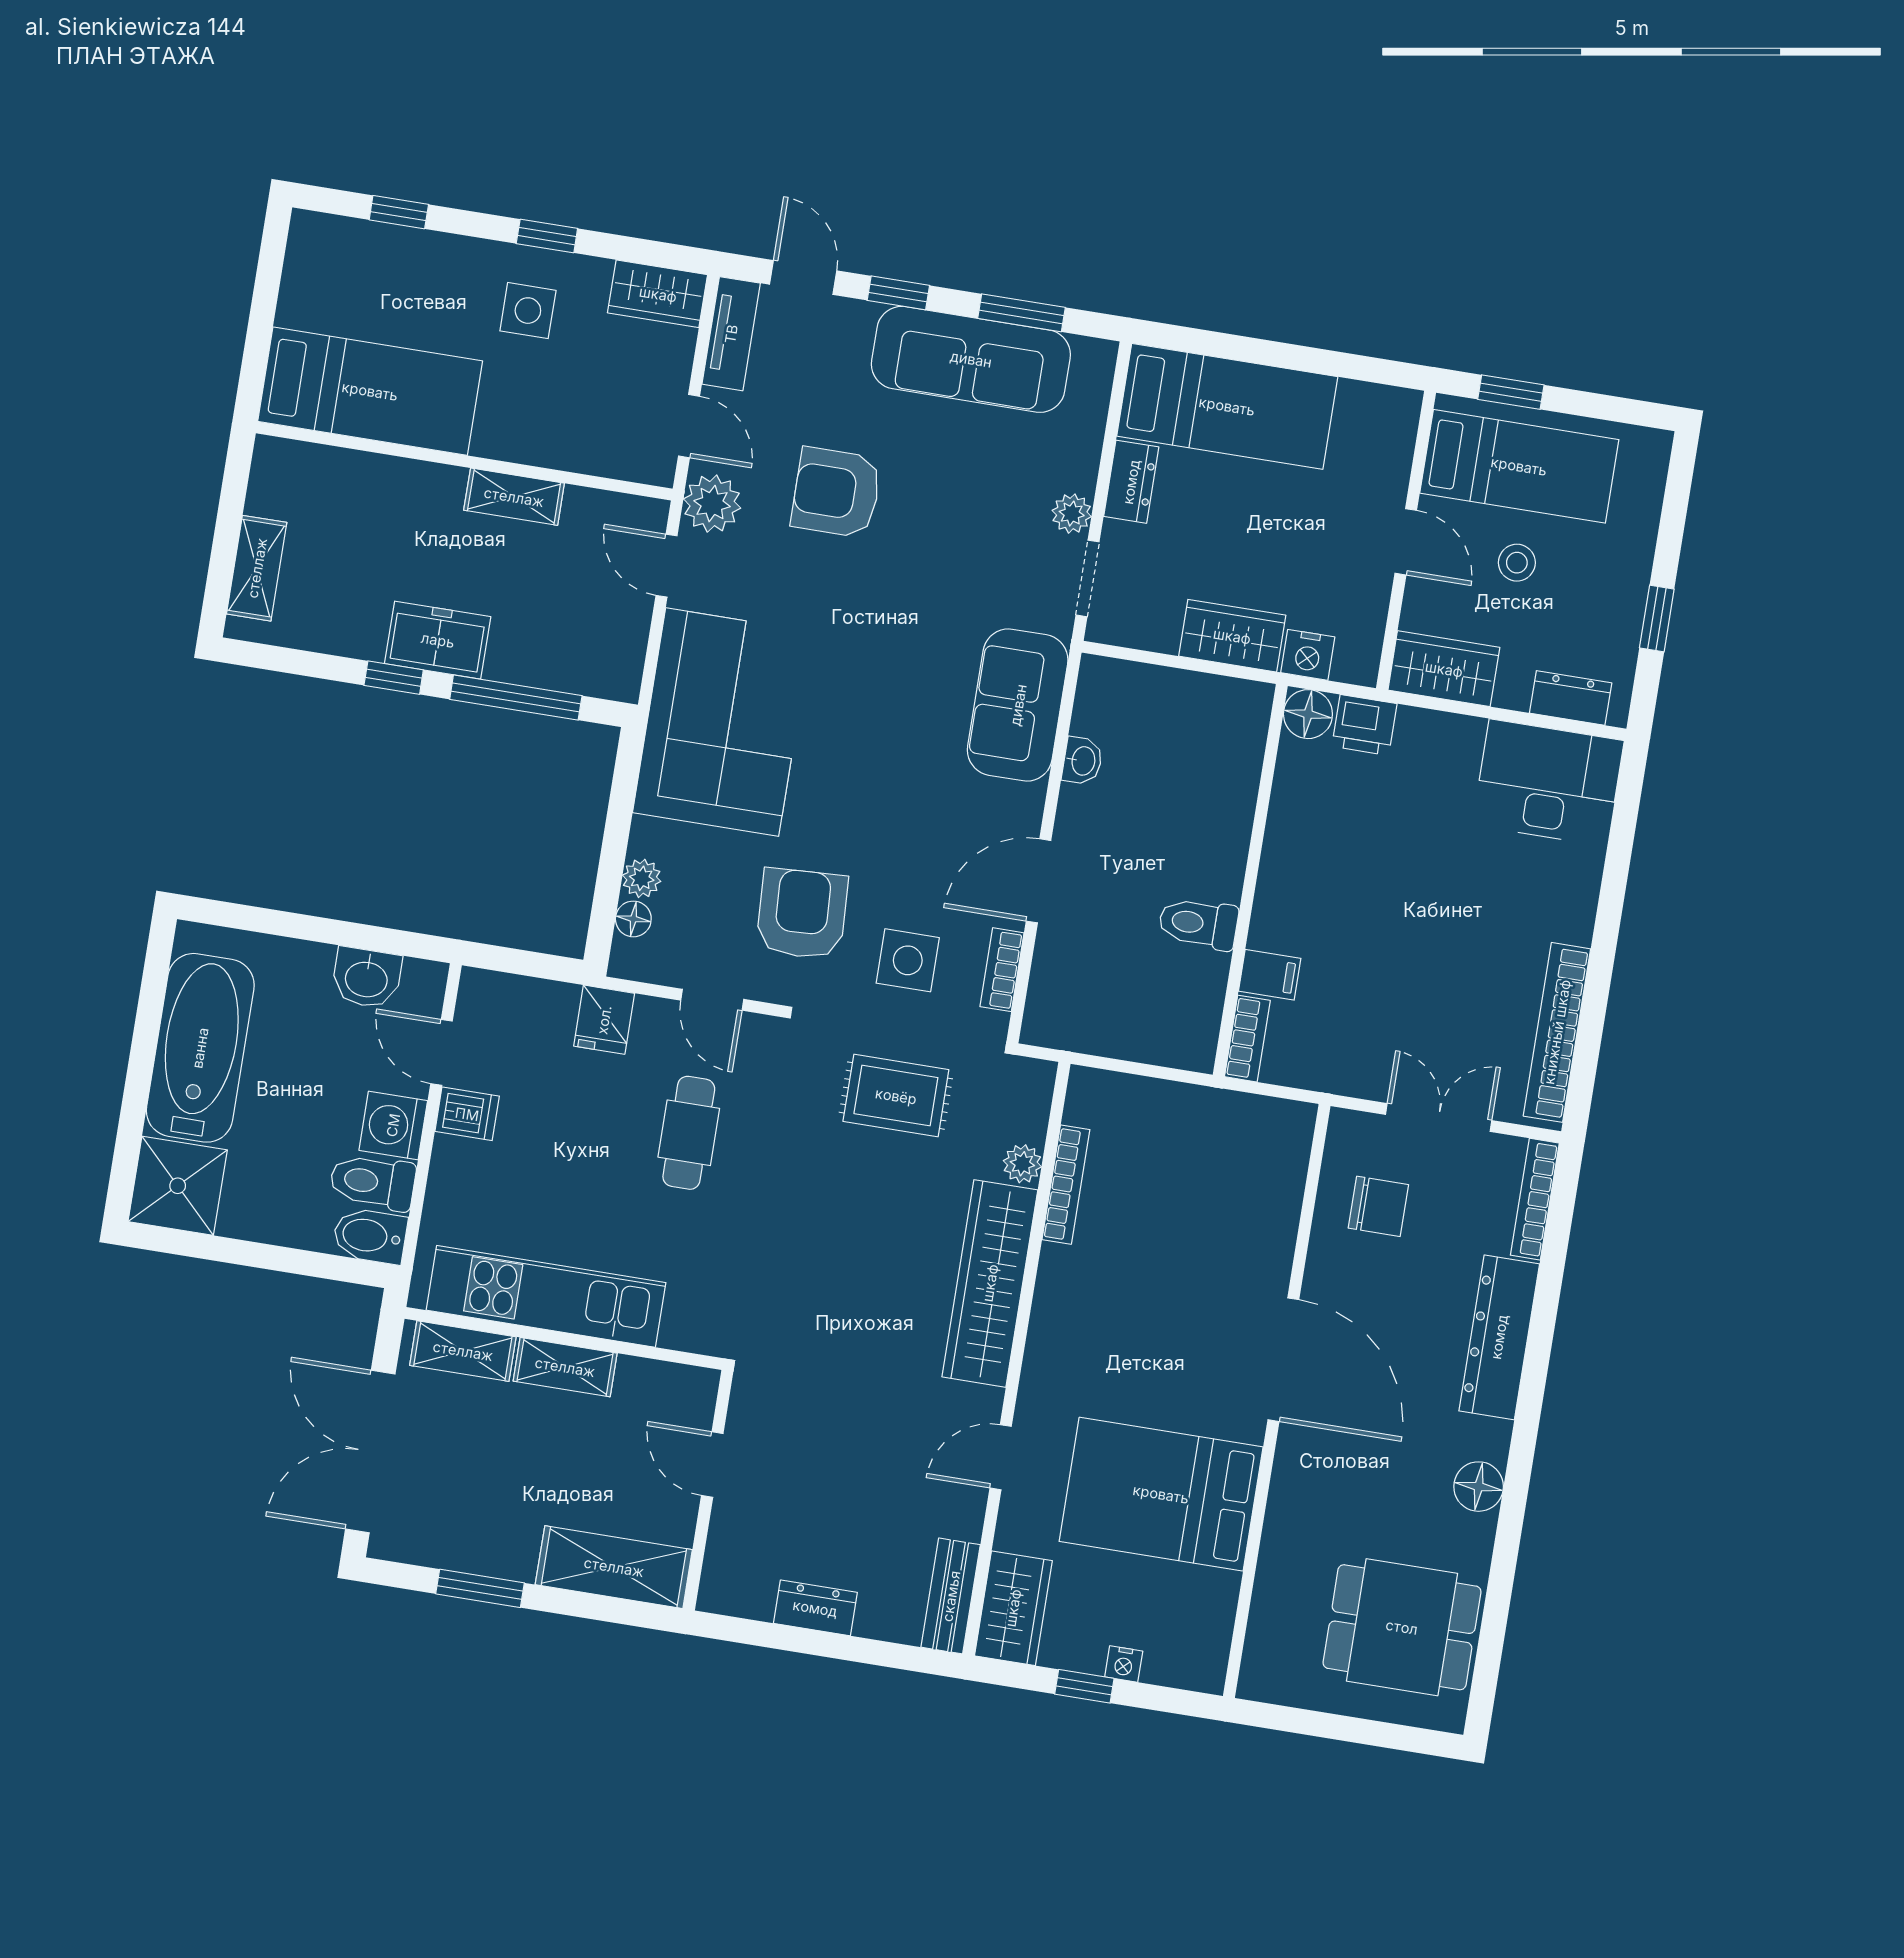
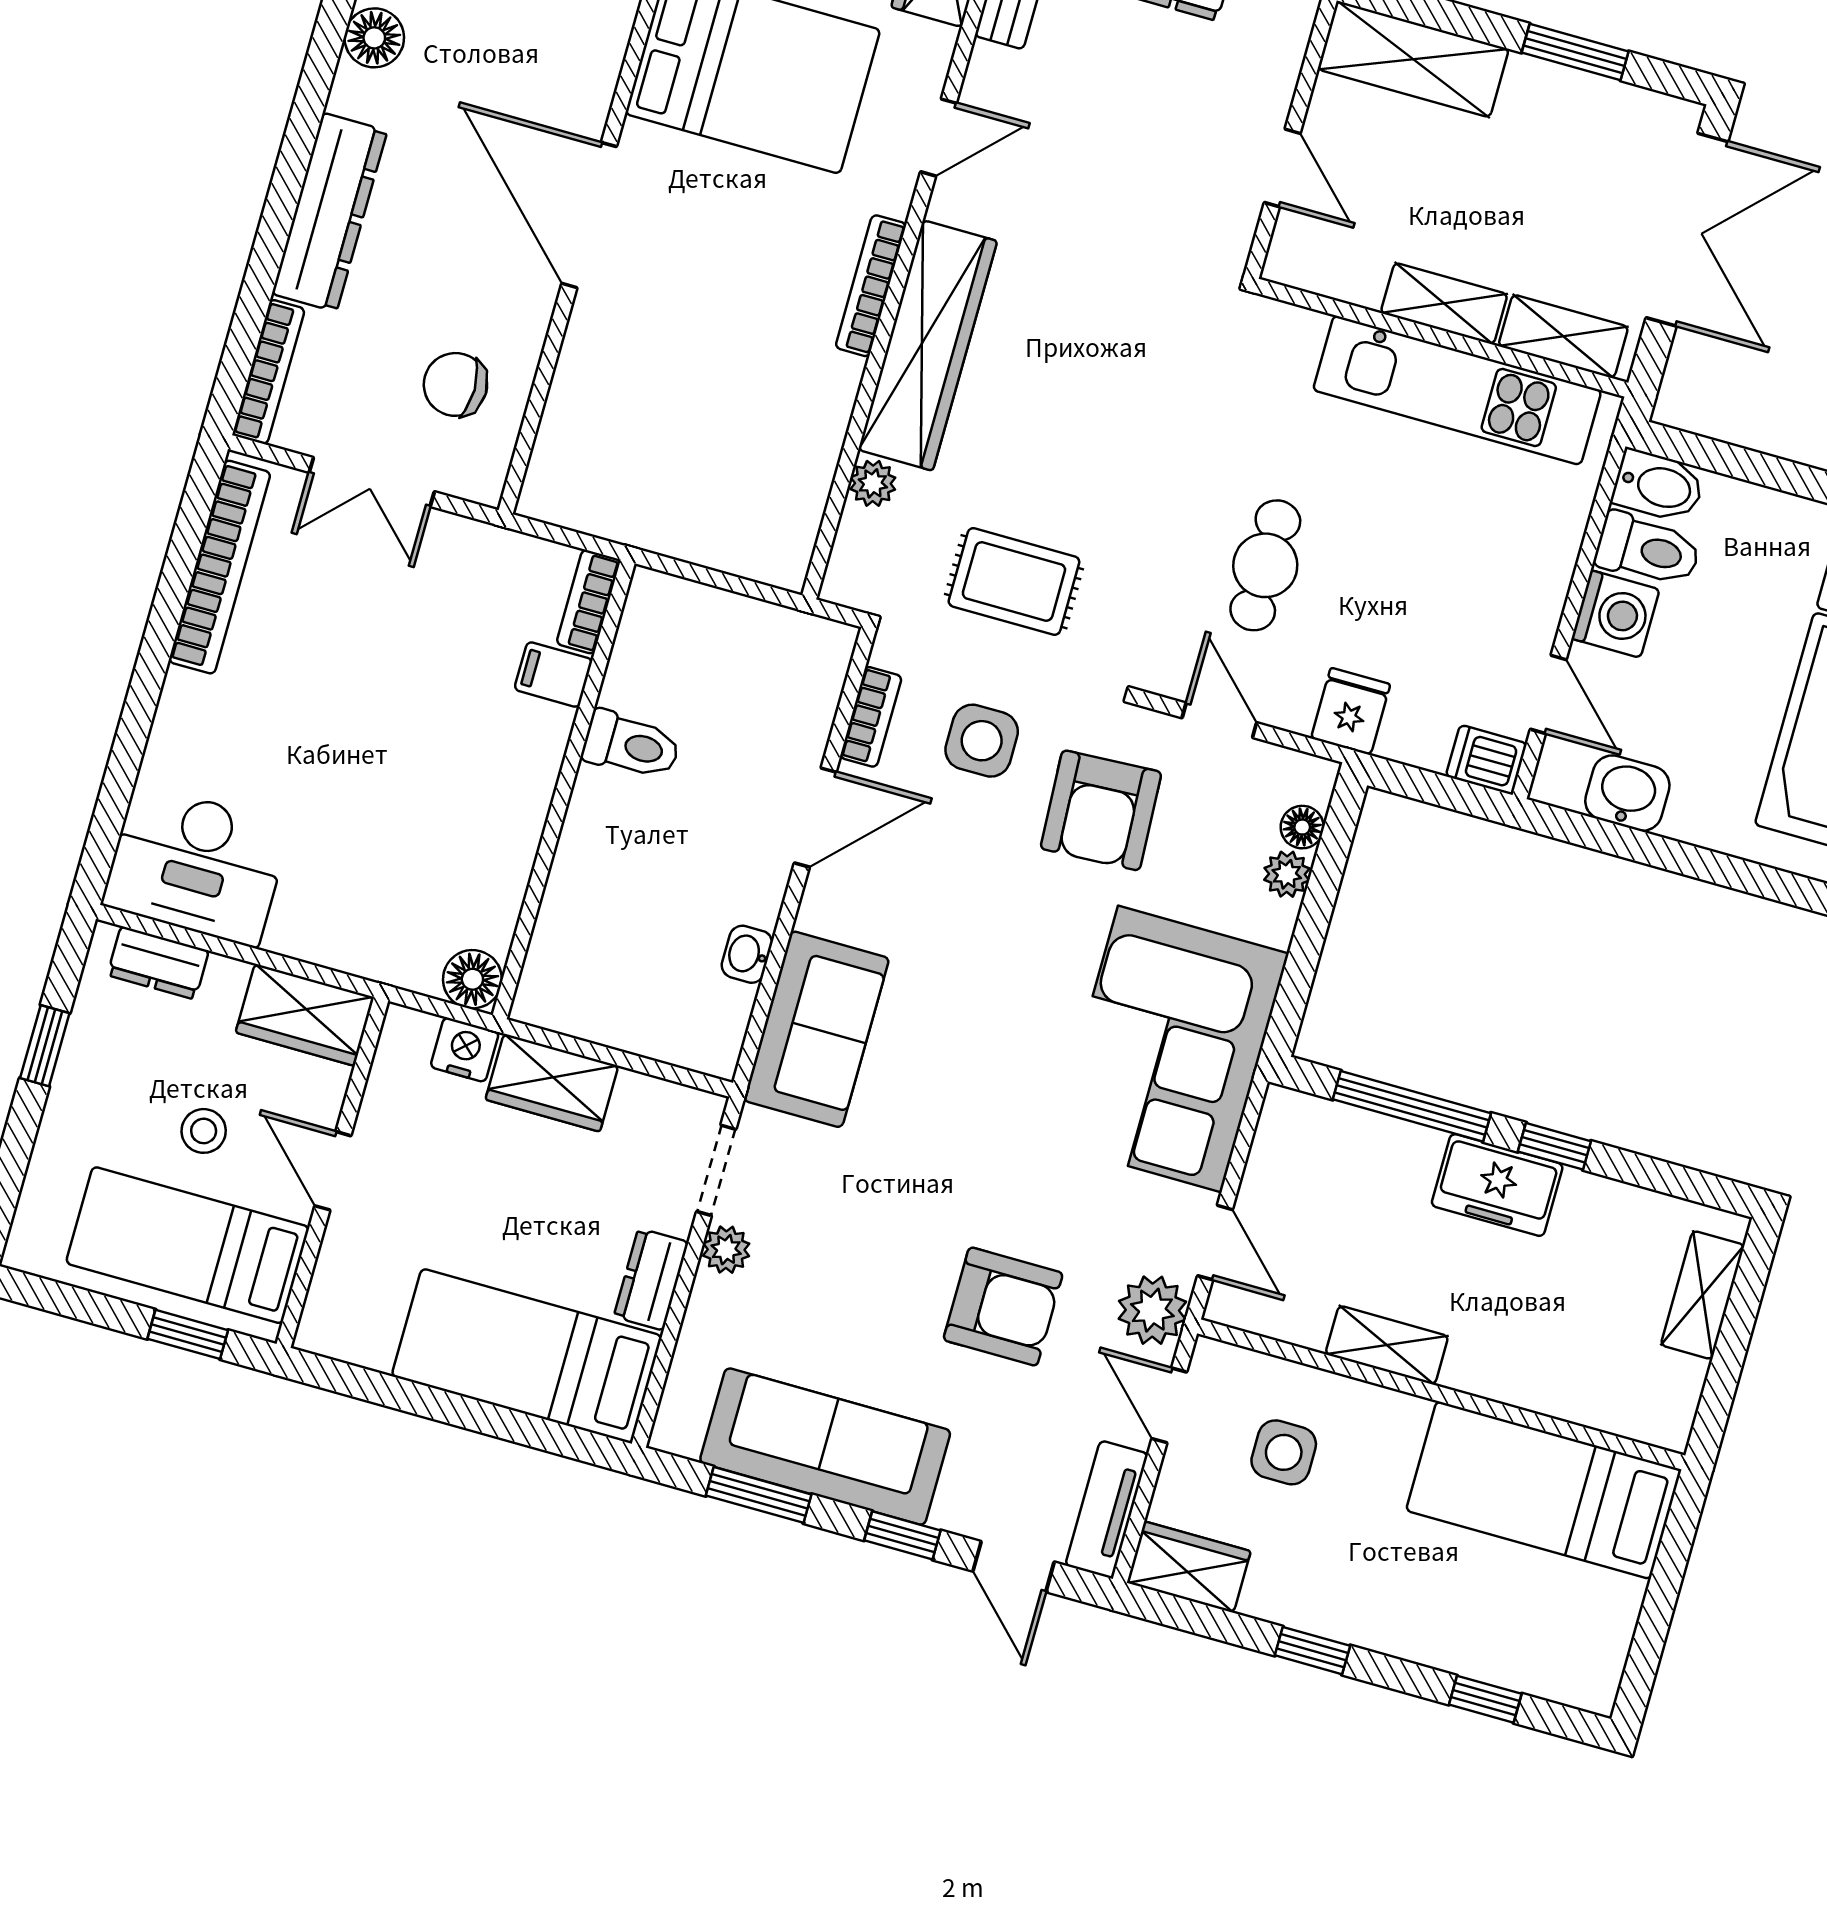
side table: (528, 311) -> (1284, 1452), moved
printer: (1364, 725) -> (407, 959), removed
dishwasher: (467, 1114) -> (1486, 760), moved
bookcase: (1066, 1185) -> (871, 286), moved

